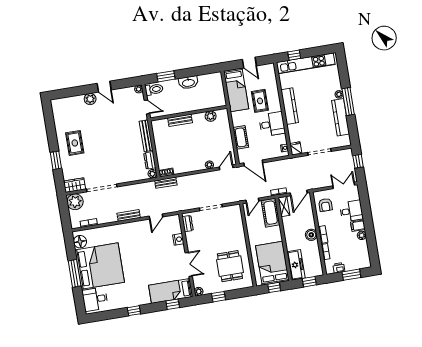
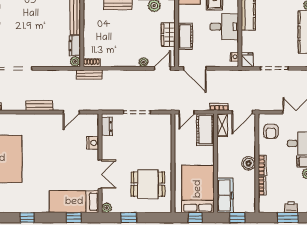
wardrobe: (226, 138) -> (168, 35), added
dining table: (230, 266) -> (148, 184), turned 90
printer: (339, 268) -> (291, 207), moved

